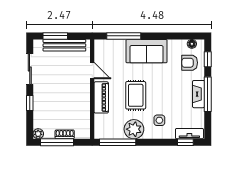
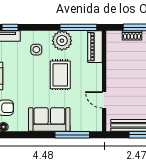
piano: (101, 97) -> (95, 47), moved

